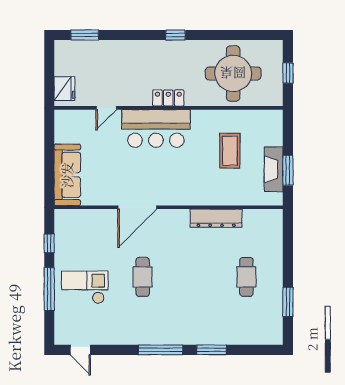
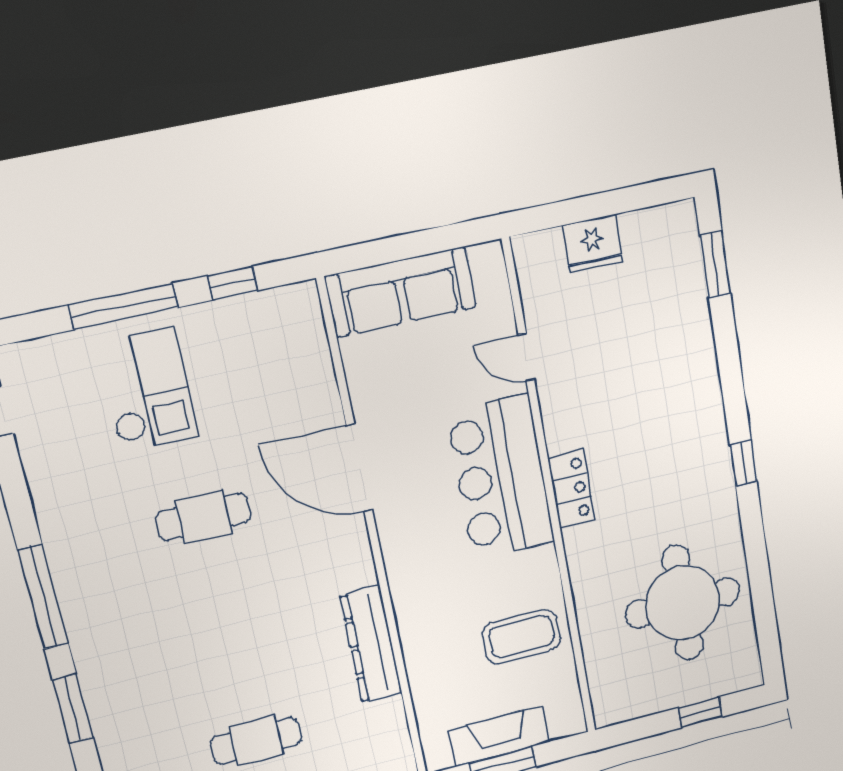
locker: (168, 98) -> (571, 489), moved
door: (106, 108) -> (526, 357), moved
wall: (169, 108) -> (550, 494), moved
bar counter: (156, 129) -> (501, 478), moved

